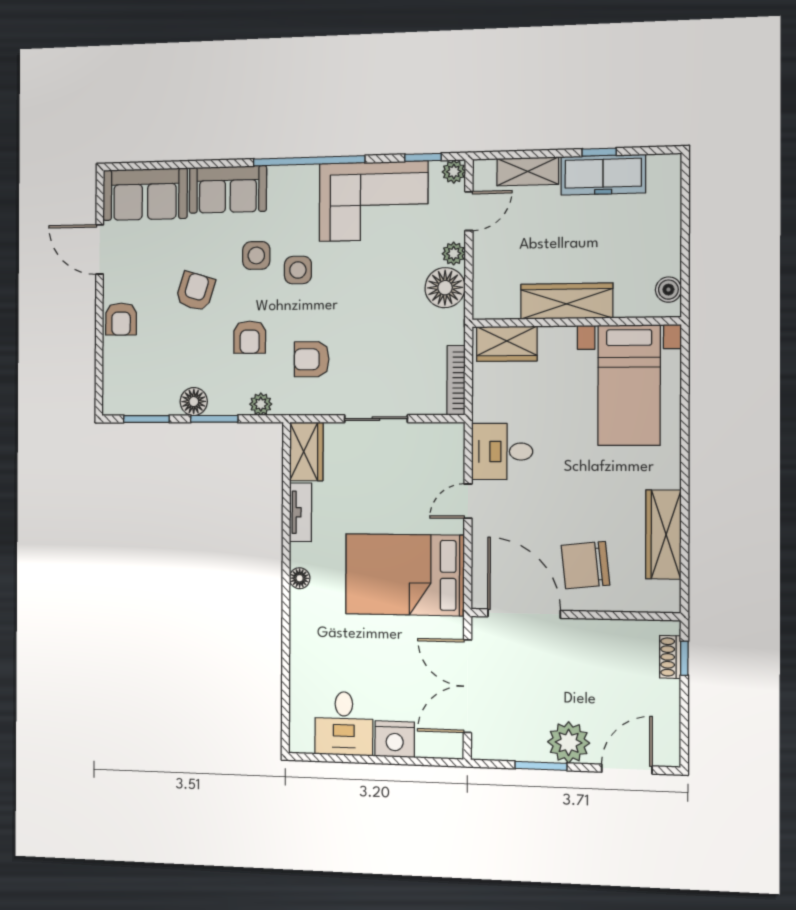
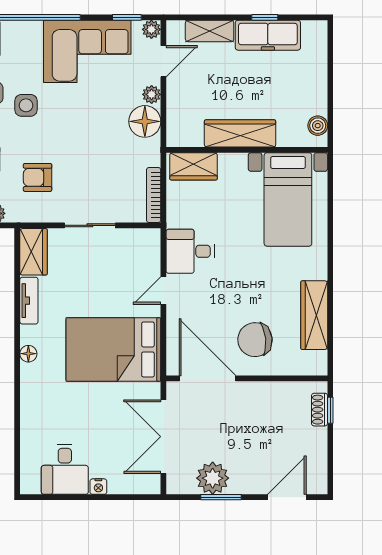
nightstand: (395, 739) -> (98, 487), width x0.53, depth x0.56
plant: (569, 742) -> (213, 478), moved

